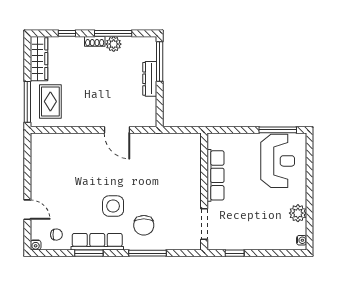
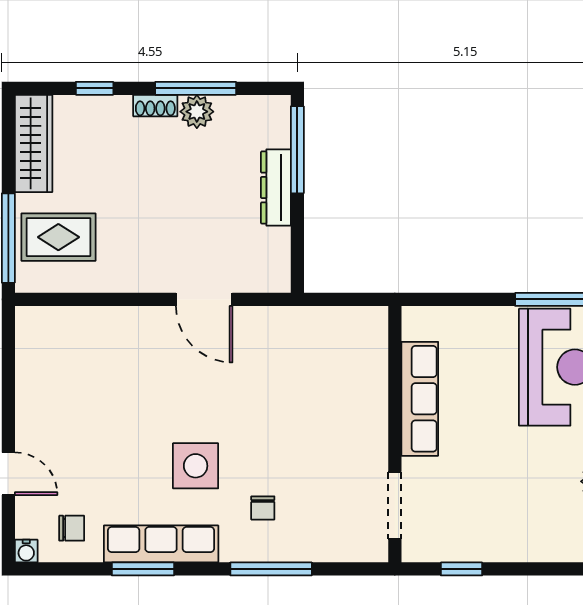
rug: (50, 101) -> (58, 237), turned 90
chair: (144, 225) -> (263, 508), width x0.54, depth x0.54

